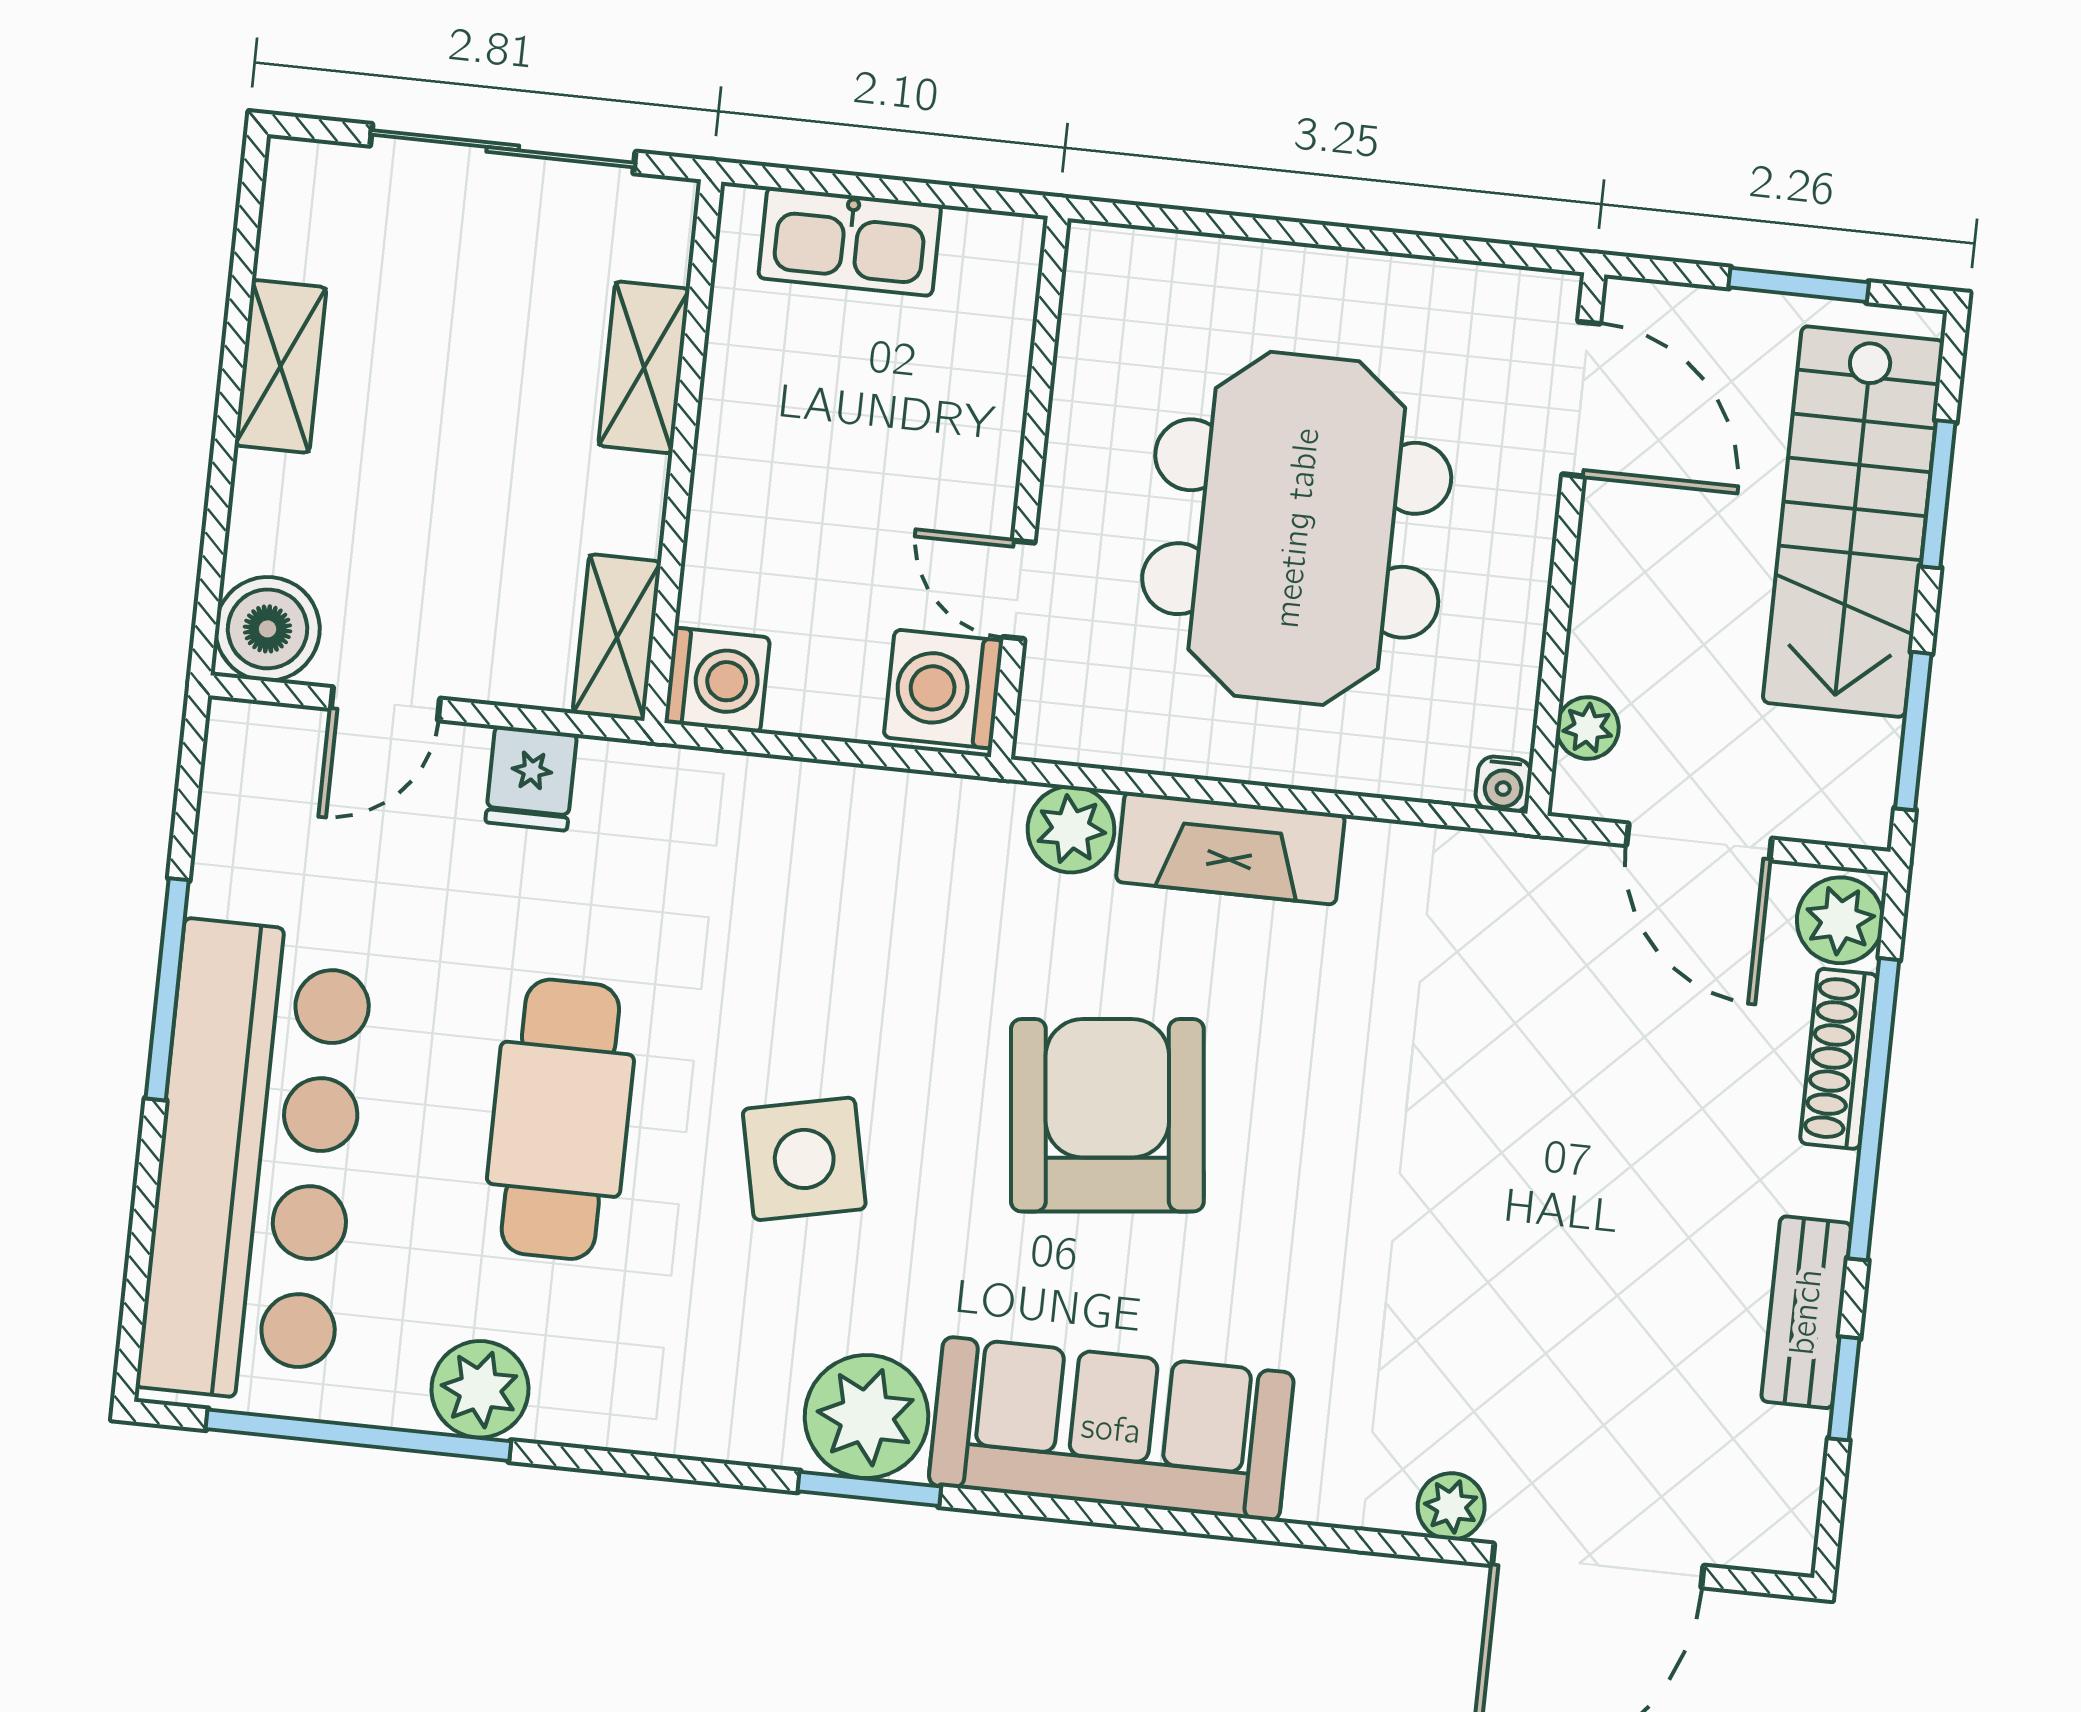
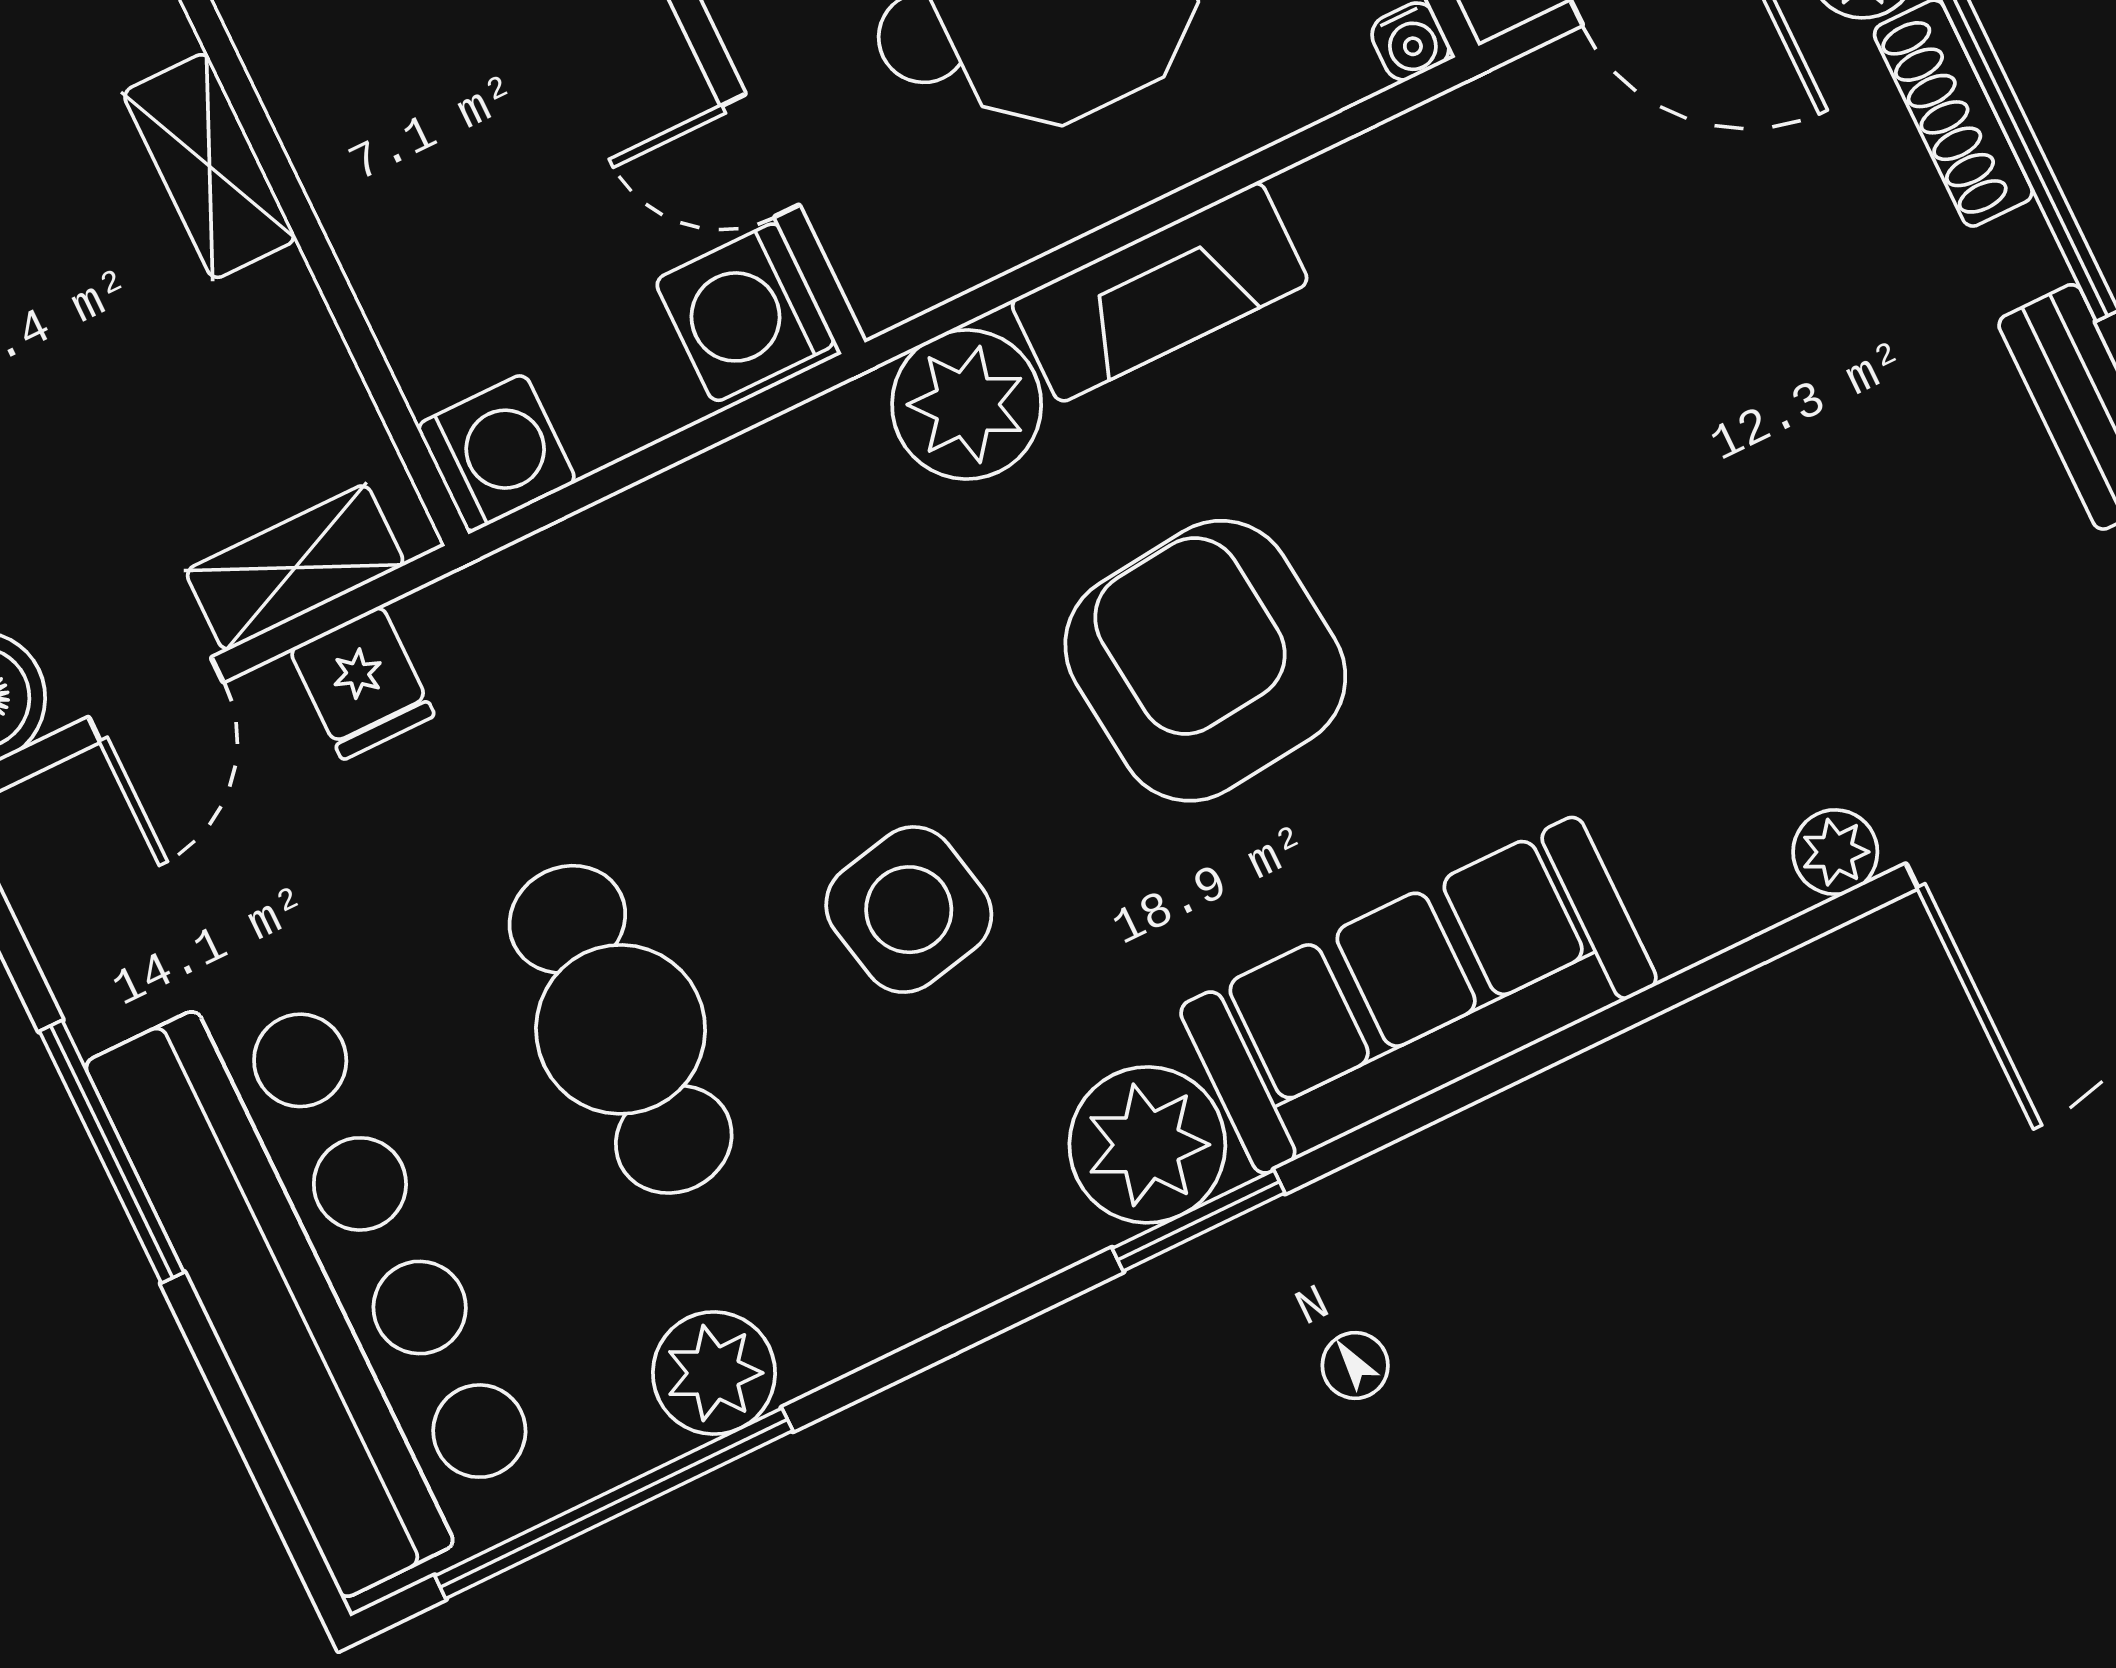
shelving: (617, 637) -> (295, 568), moved, turned 90
plant: (1071, 829) -> (967, 404), width x1.36, depth x1.36

